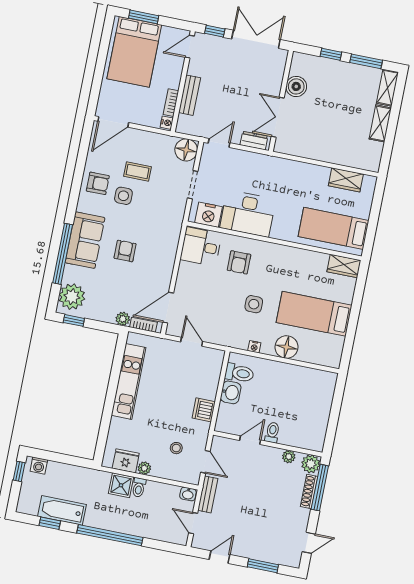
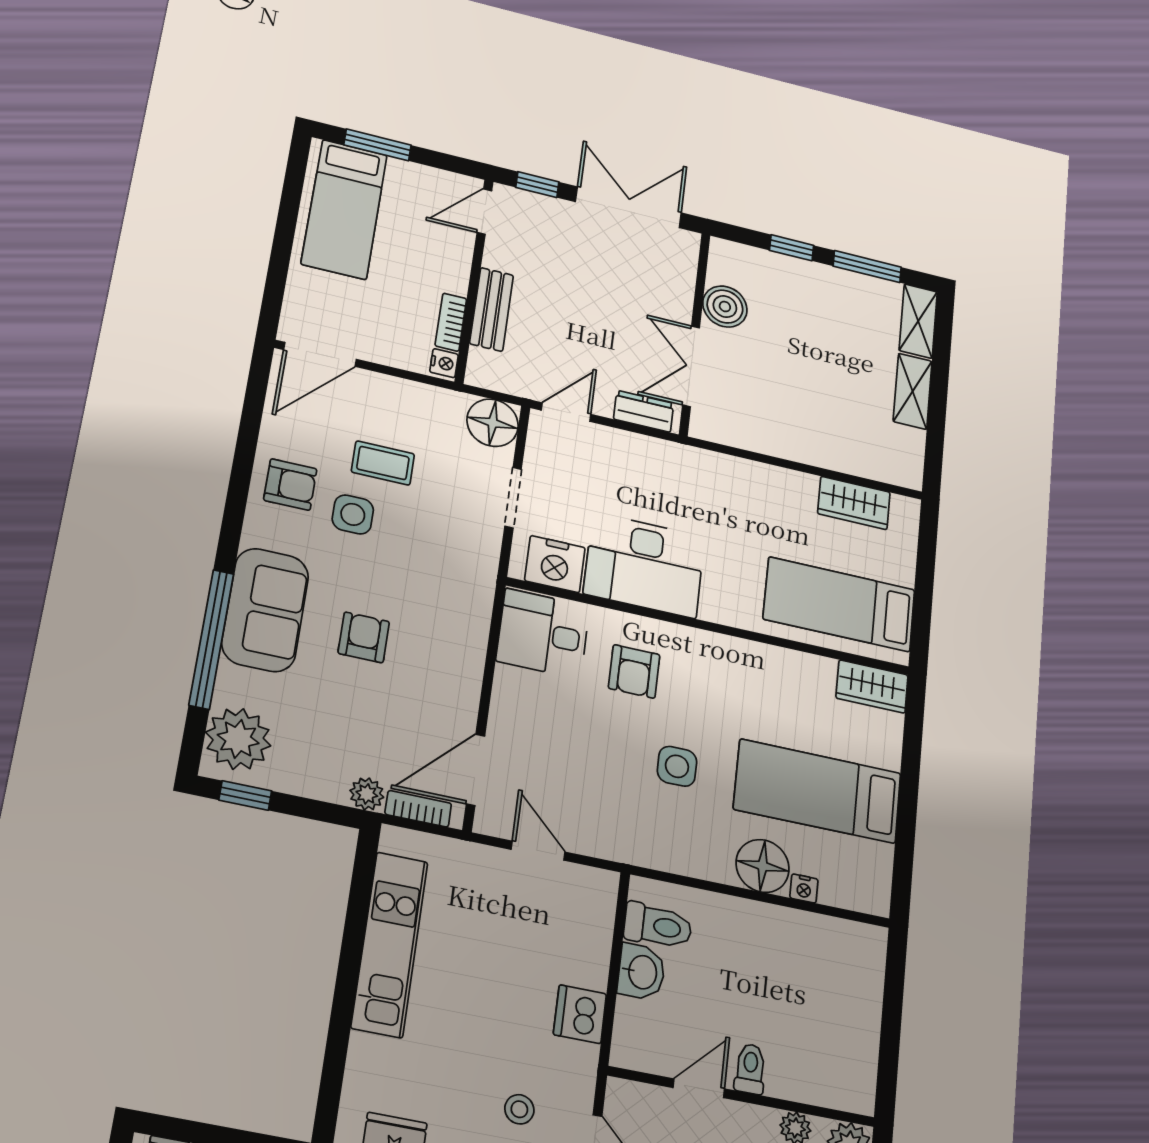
bed: (134, 52) -> (344, 209), width x0.67
nightstand: (254, 347) -> (804, 888), moved

